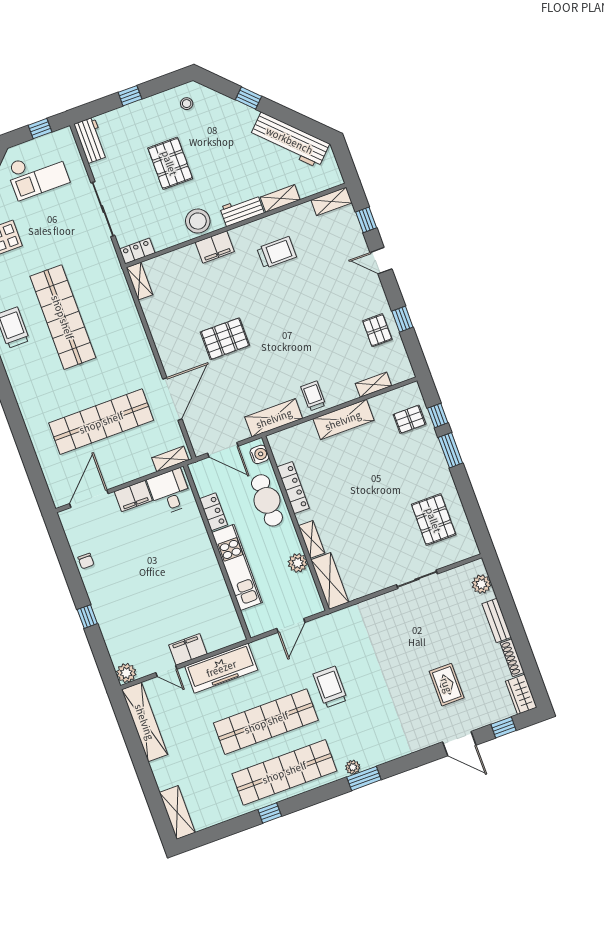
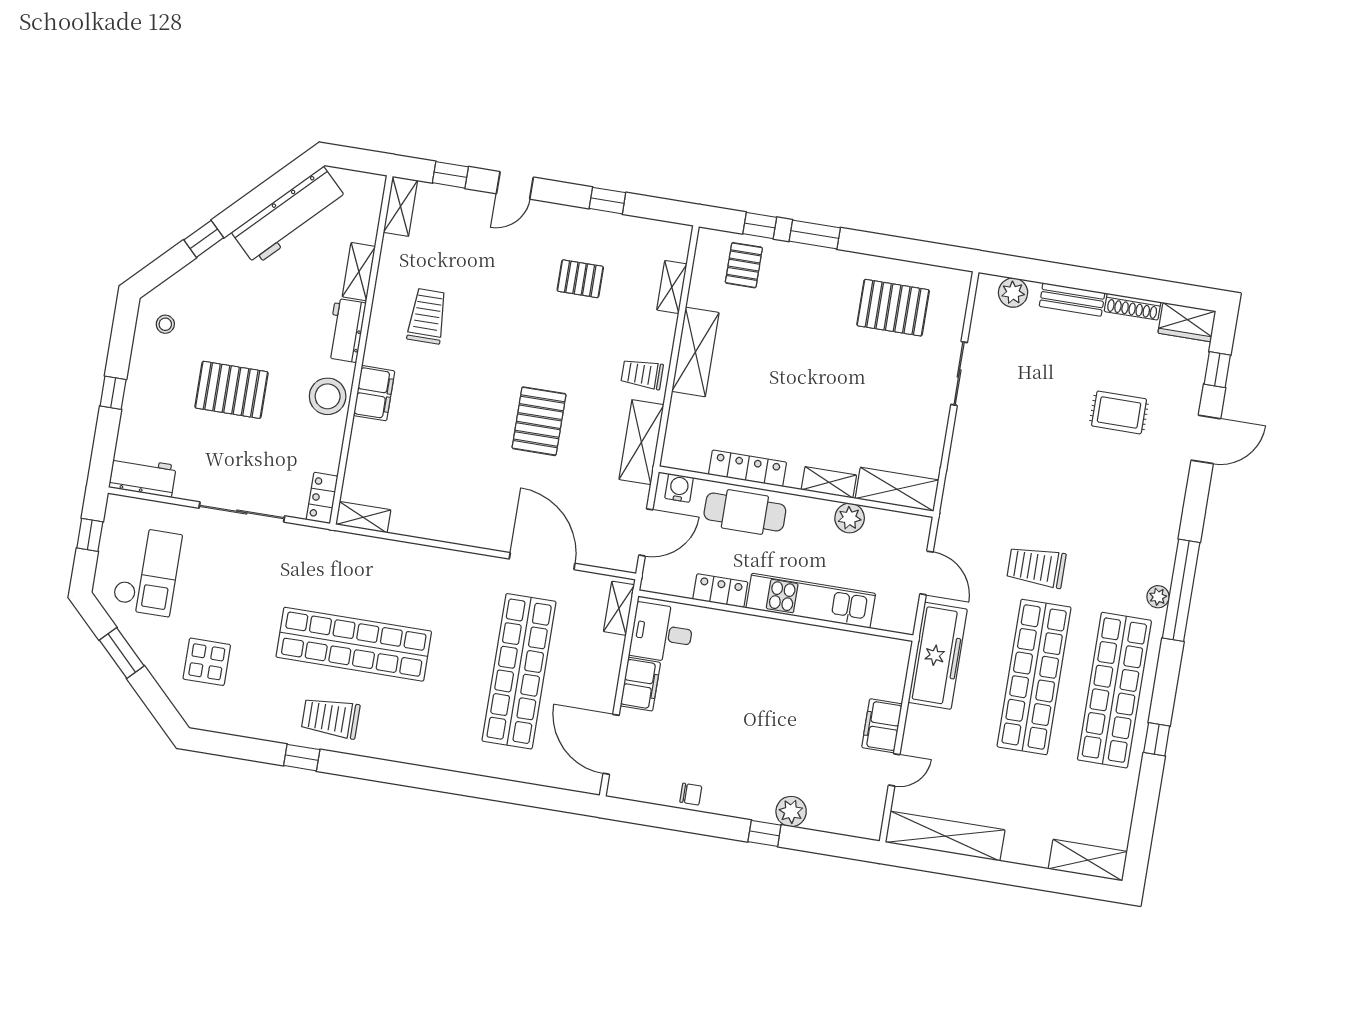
pallet: (377, 330) -> (580, 279), moved
pallet: (225, 339) -> (539, 421), moved
freezer: (221, 668) -> (938, 656), moved
plant: (126, 673) -> (791, 812), moved
window: (364, 778) -> (1181, 590), width x2.11

